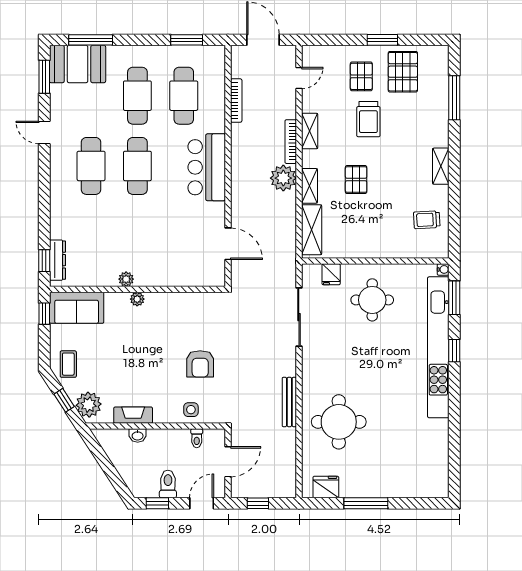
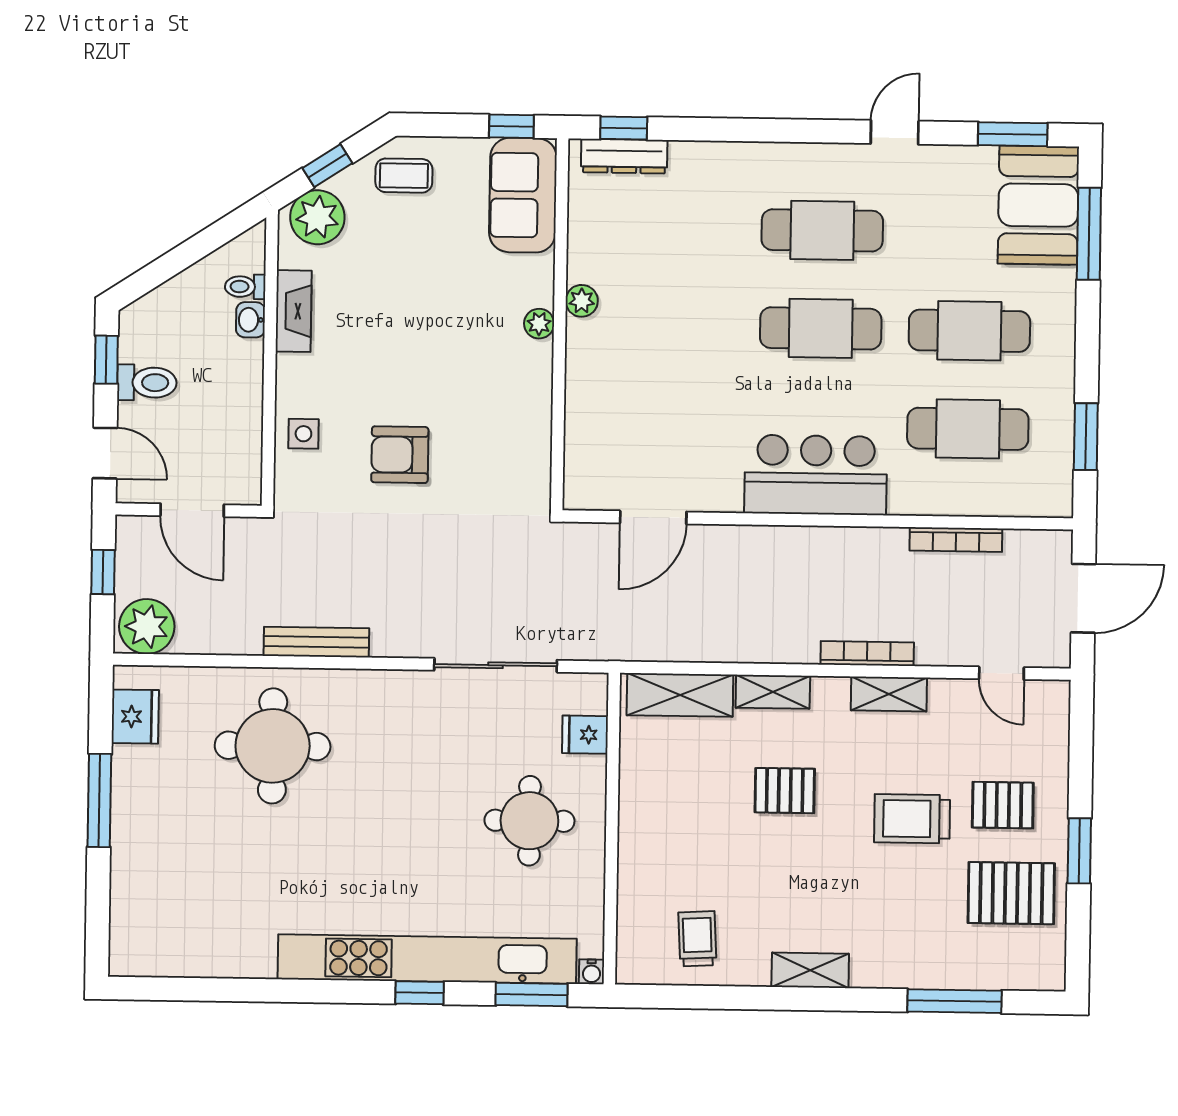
plant: (283, 178) -> (147, 626), moved
toilet: (197, 438) -> (245, 287), moved

